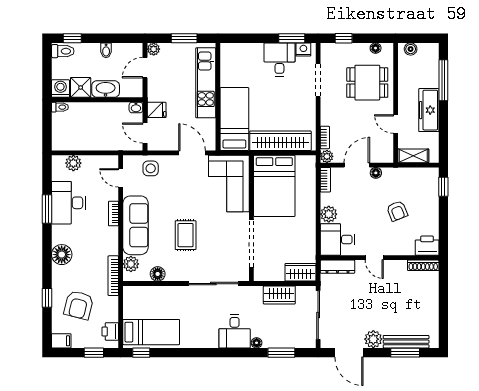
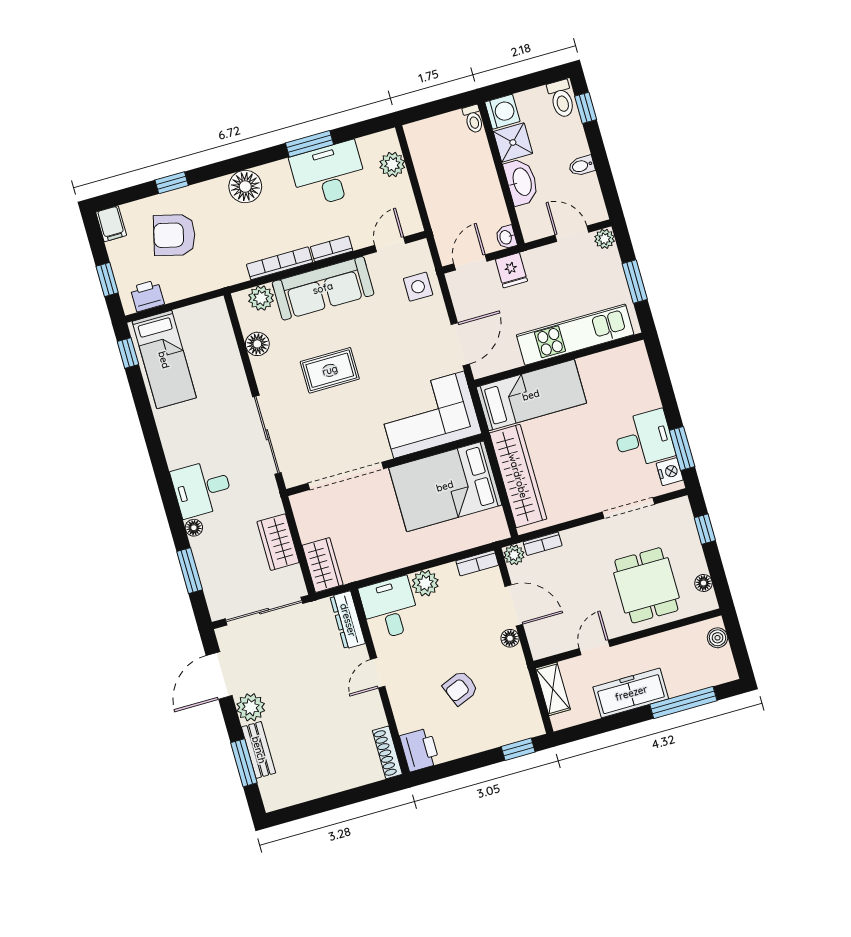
bookcase: (113, 276) -> (280, 263), moved
bench: (406, 342) -> (259, 750), width x0.73

